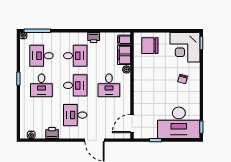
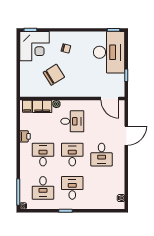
chair: (150, 46) -> (54, 75), moved, turned -122
desk: (41, 85) -> (72, 188), turned -90
printer: (52, 133) -> (119, 177), removed

